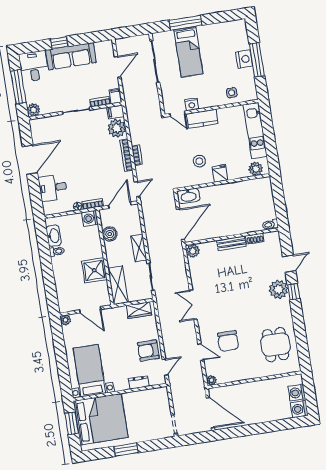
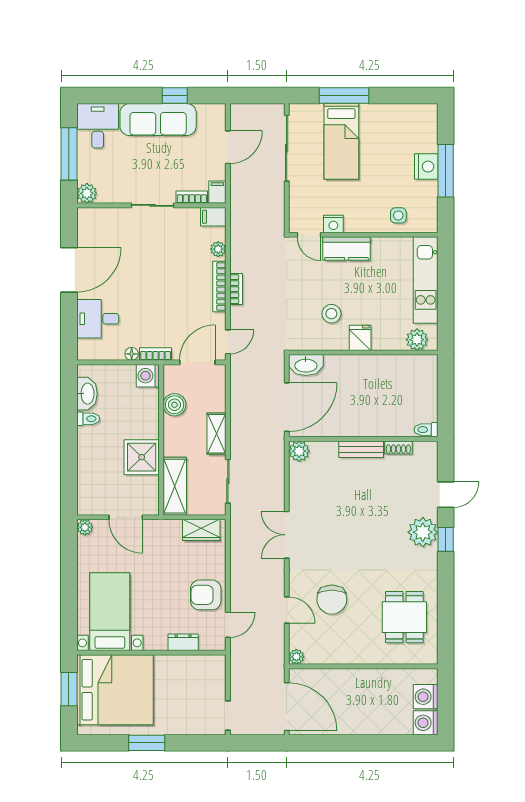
window: (59, 43) -> (175, 95), moved
plant: (117, 128) -> (218, 249), width x0.53, depth x0.53

